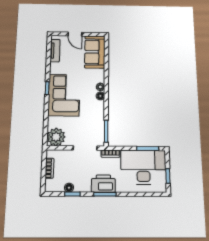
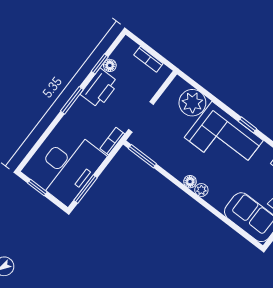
plant: (56, 137) -> (192, 103), moved
printer: (103, 184) -> (100, 88), moved

